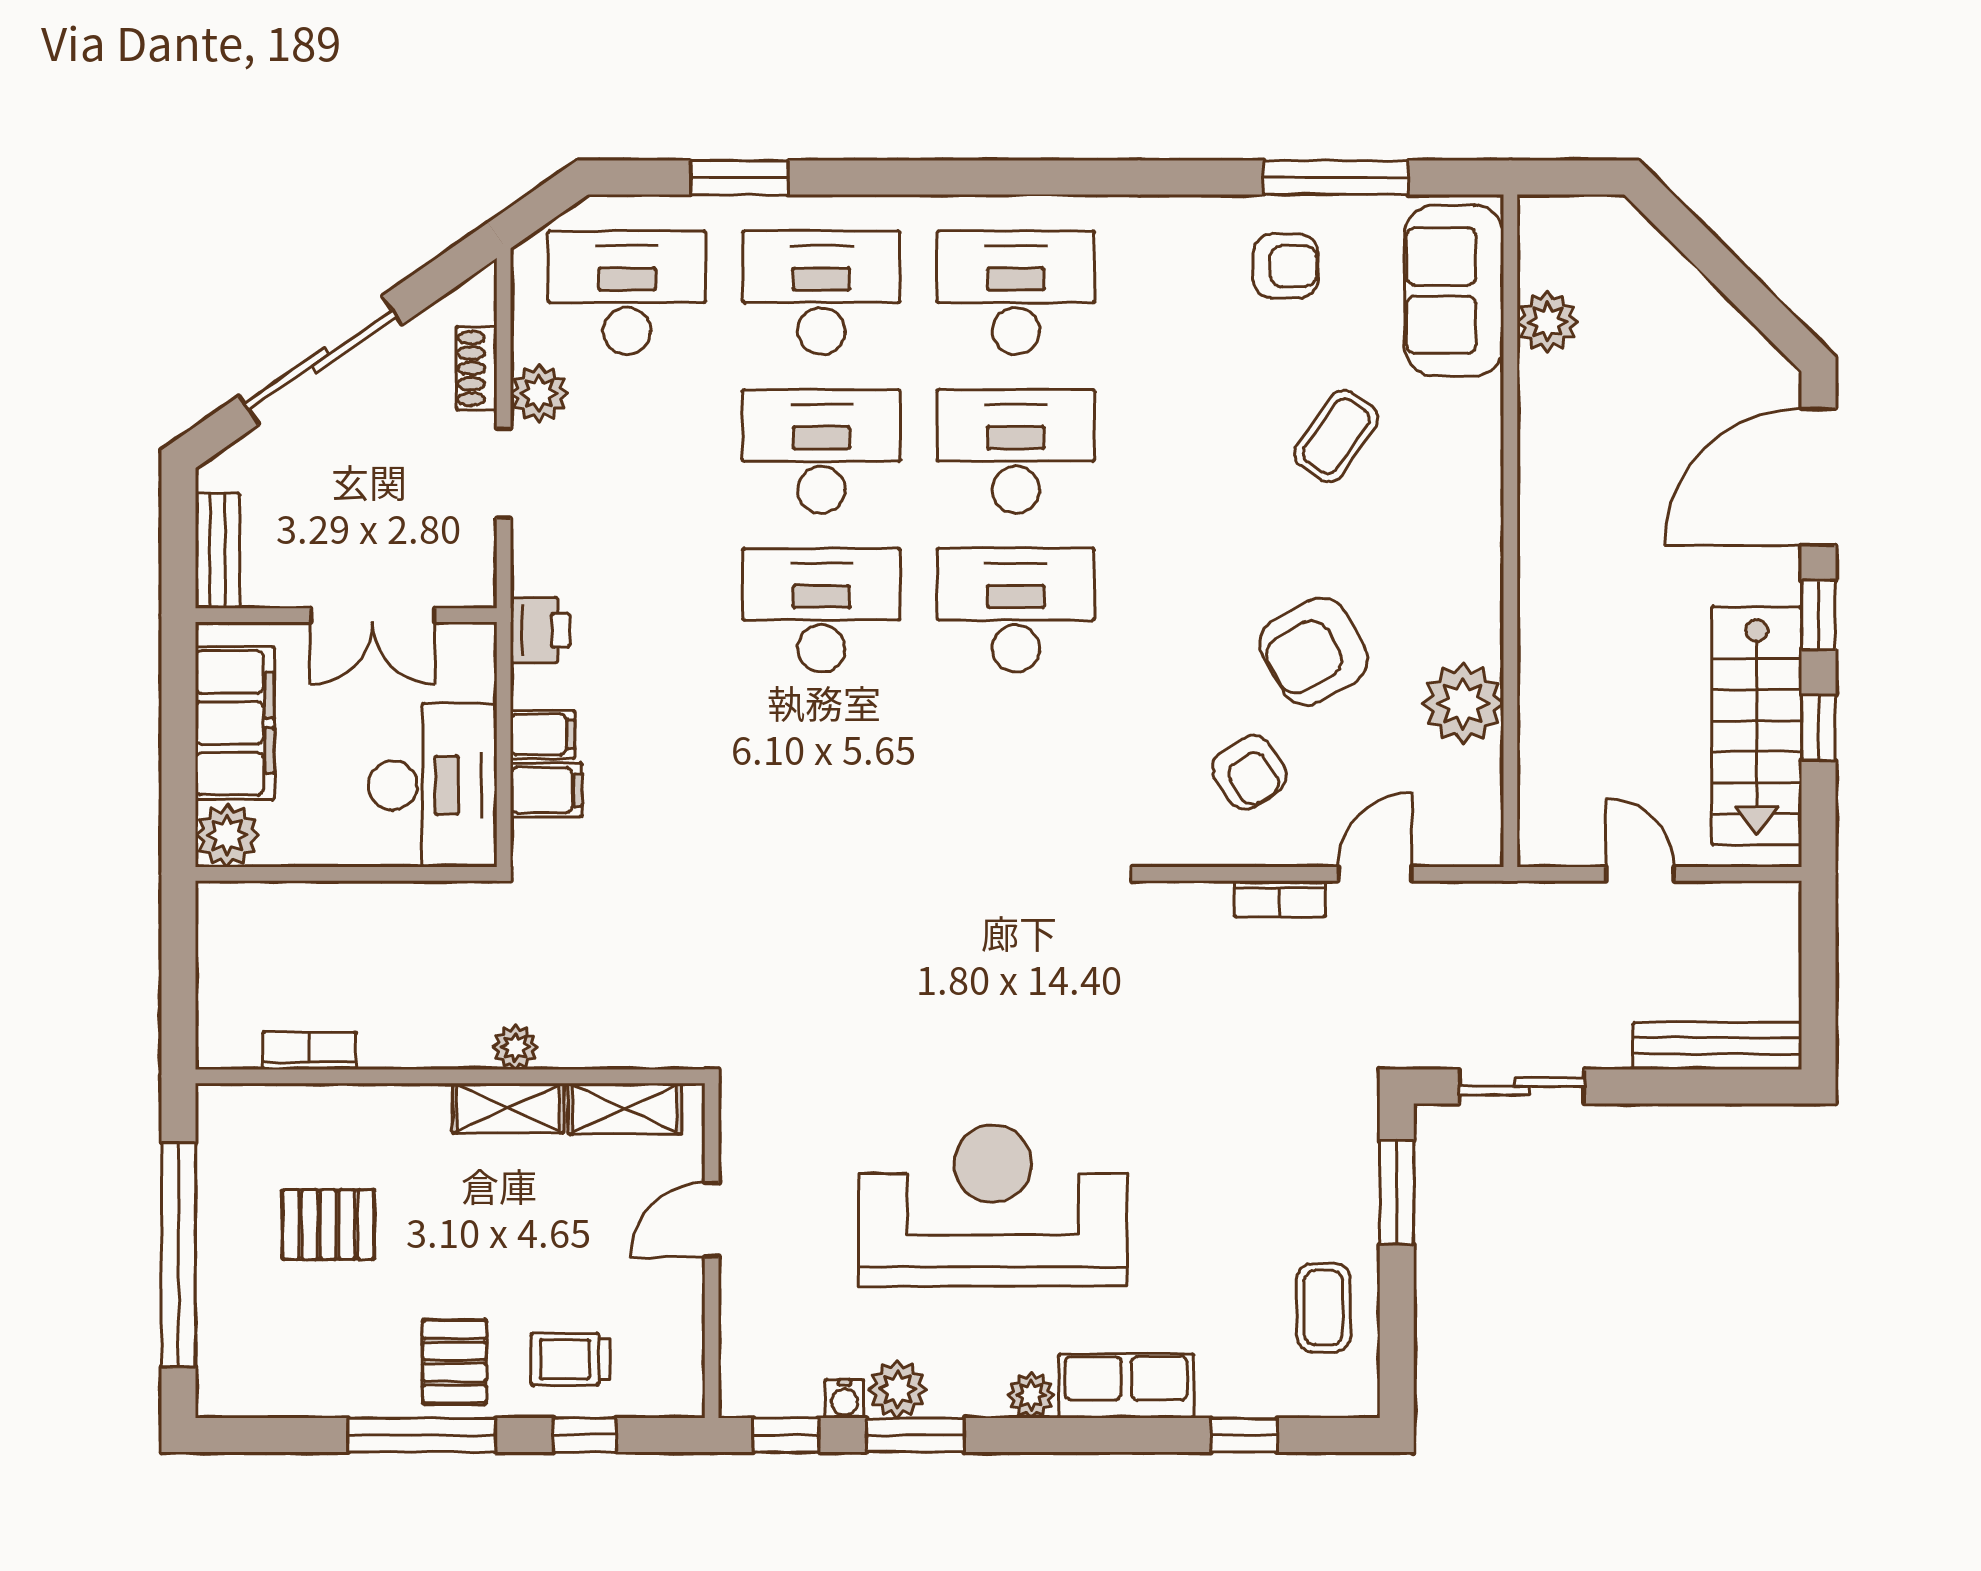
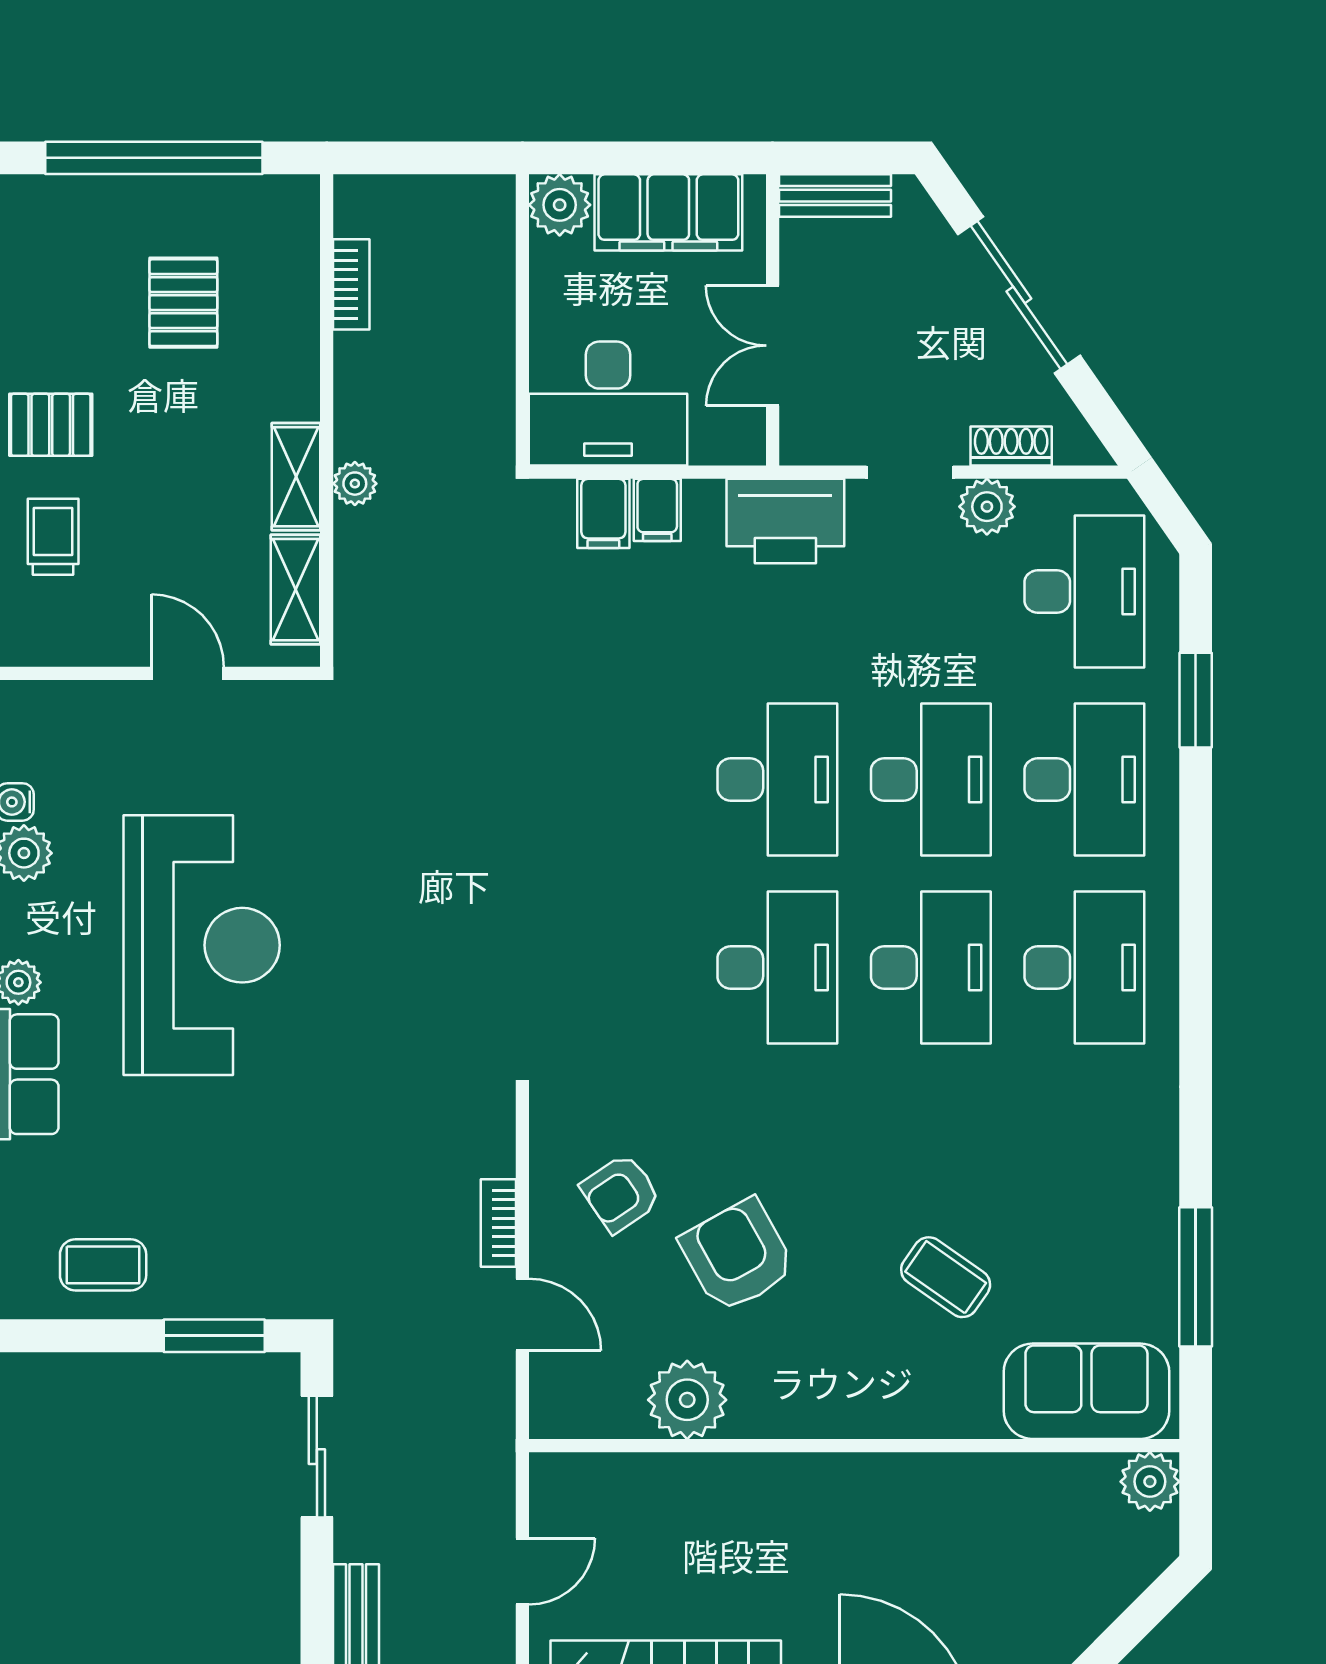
armchair: (1286, 266) -> (1110, 1228), removed
plant: (1547, 322) -> (1150, 1482), moved
printer: (540, 630) -> (785, 521), width x1.87, depth x1.48

